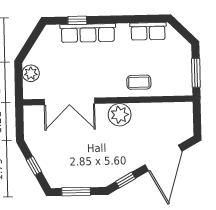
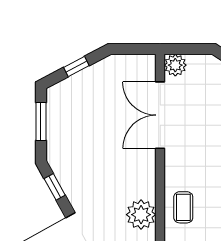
plant: (31, 73) -> (175, 65), moved
plant: (120, 115) -> (141, 215), moved

